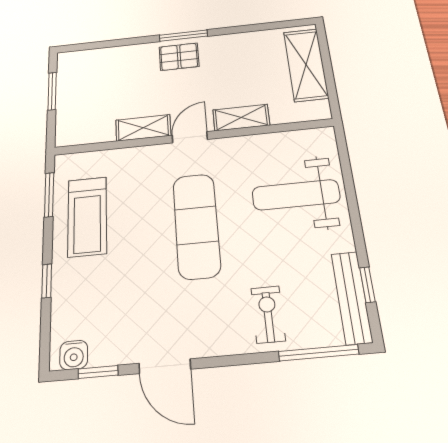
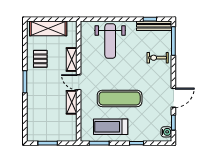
pallet: (179, 57) -> (40, 59), moved
treadmill: (87, 216) -> (111, 127), turned 180
exercise mat: (196, 225) -> (120, 98), moved

